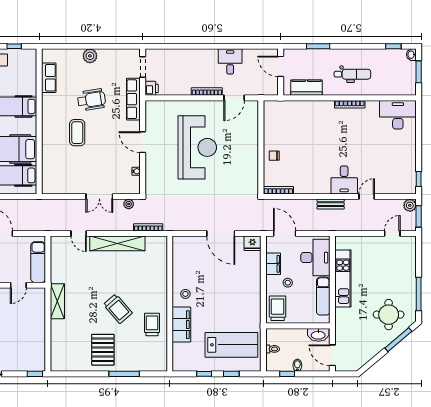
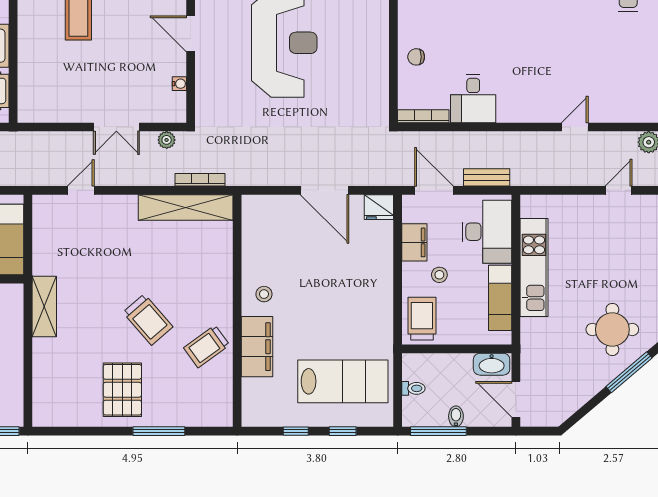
desk: (344, 180) -> (473, 99), moved
bench: (331, 204) -> (487, 177), moved
door: (79, 233) -> (81, 190), swing flipped
shelving: (117, 243) -> (186, 207), moved
trolley: (152, 324) -> (207, 346), turned -126
window: (287, 374) -> (438, 431), width x2.17

